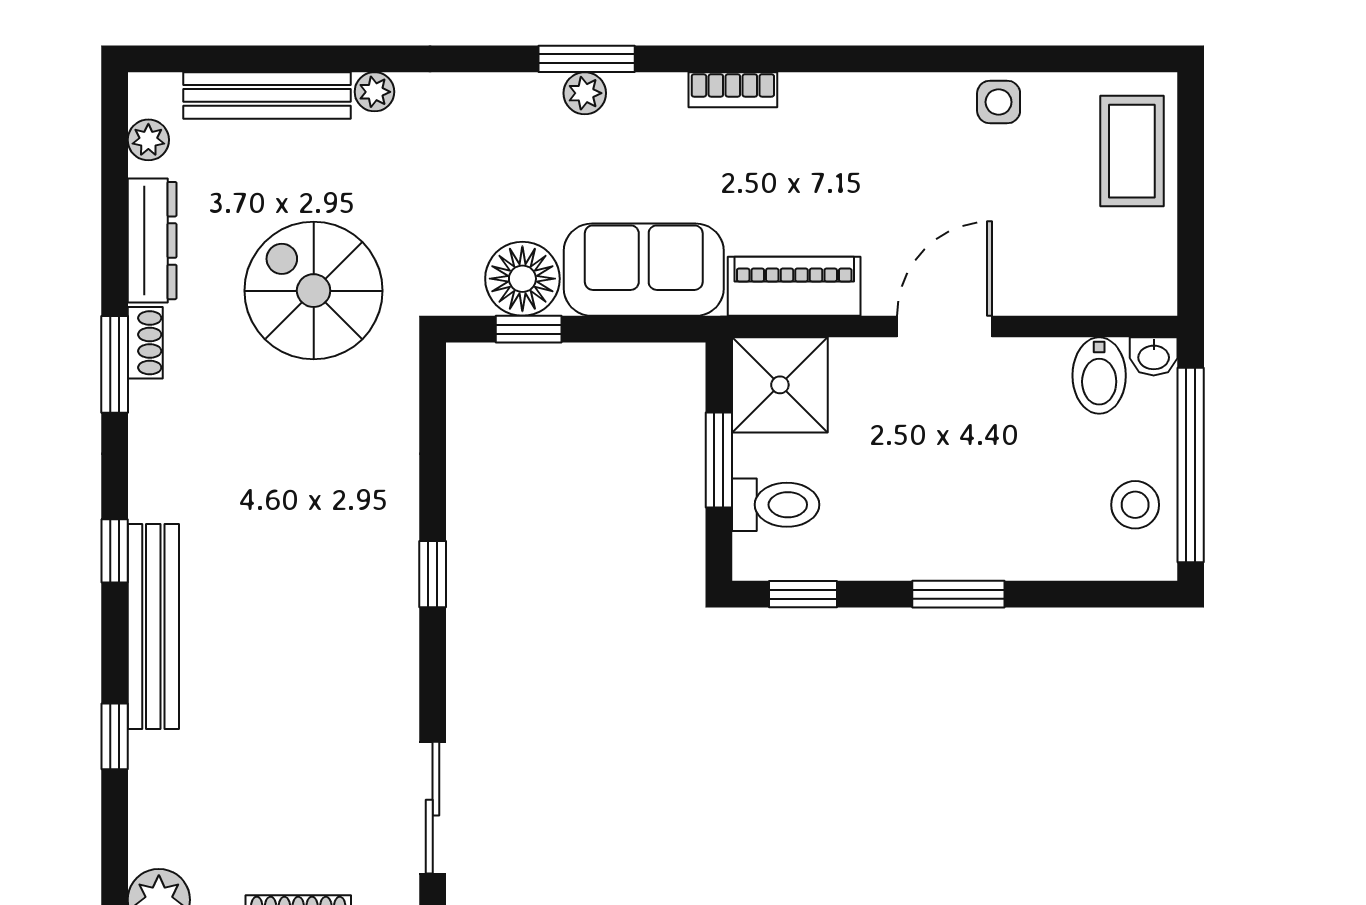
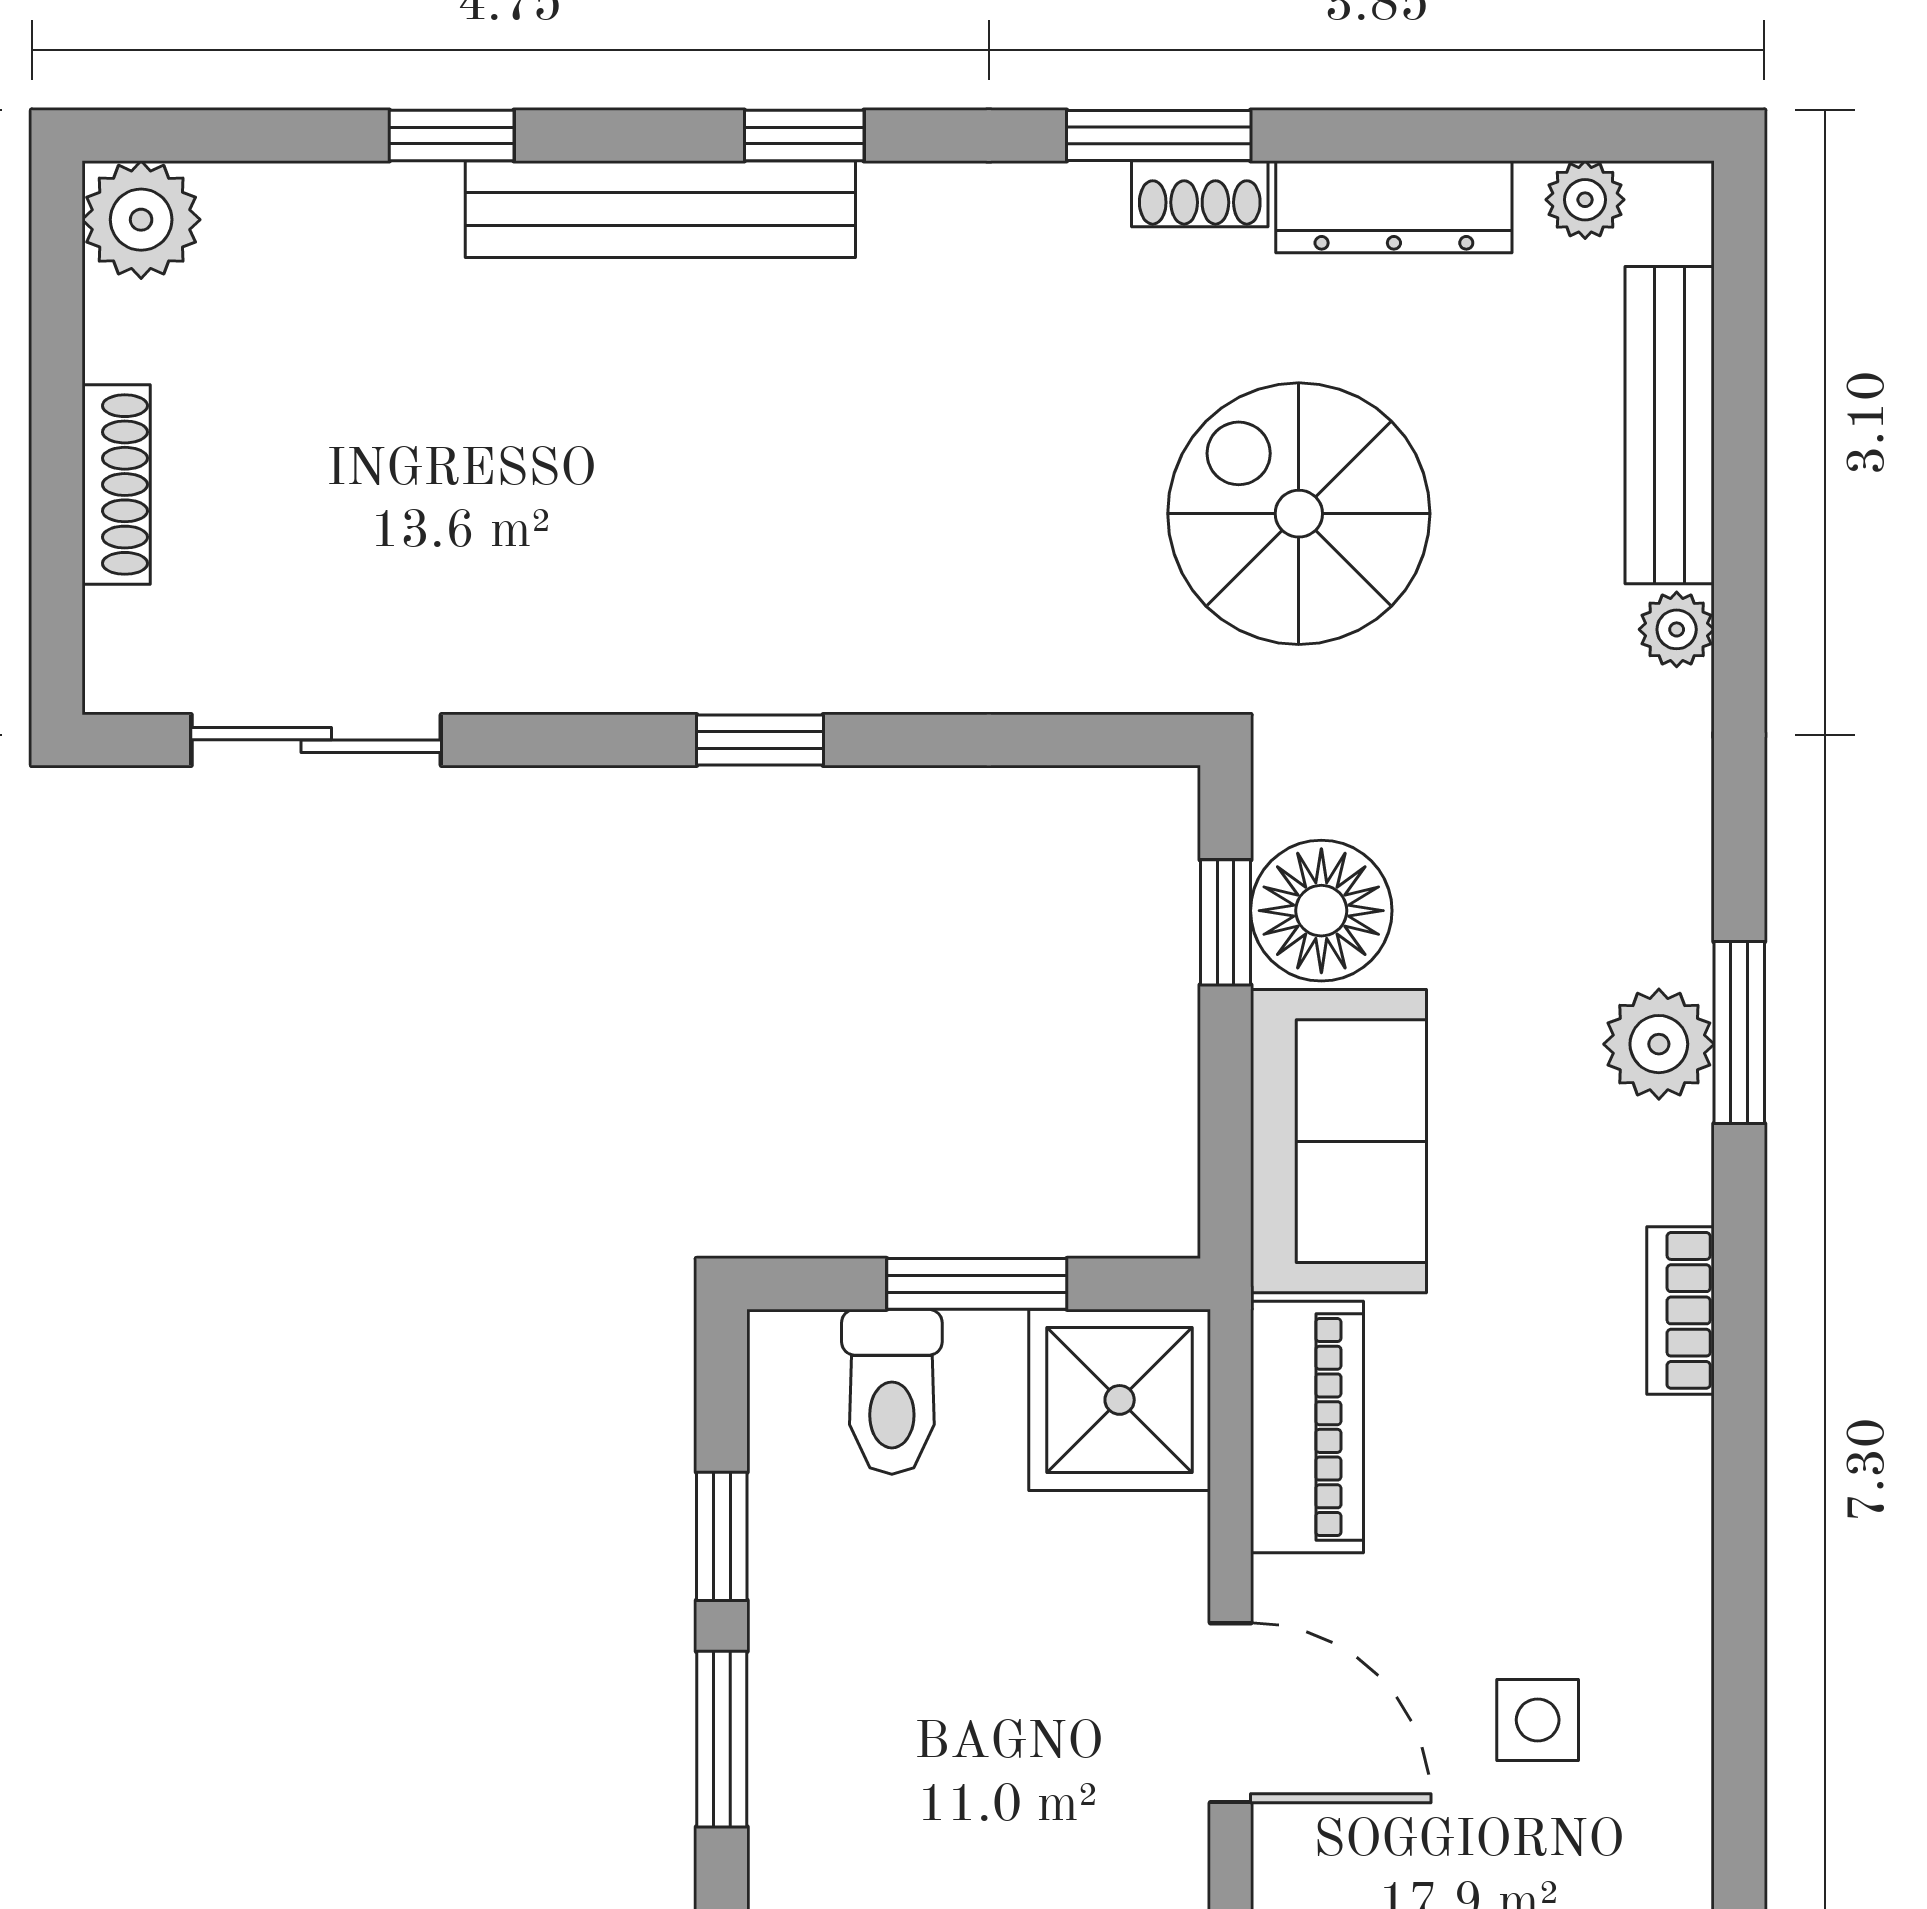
plant: (585, 93) -> (1659, 1044), width x1.38, depth x1.38
side table: (999, 102) -> (1538, 1720), moved
spiral stairs: (314, 291) -> (1299, 514), turned -90
window: (803, 594) -> (722, 1536), moved

